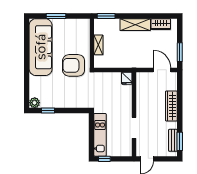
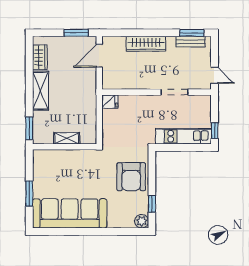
armchair: (74, 65) -> (131, 177), moved

